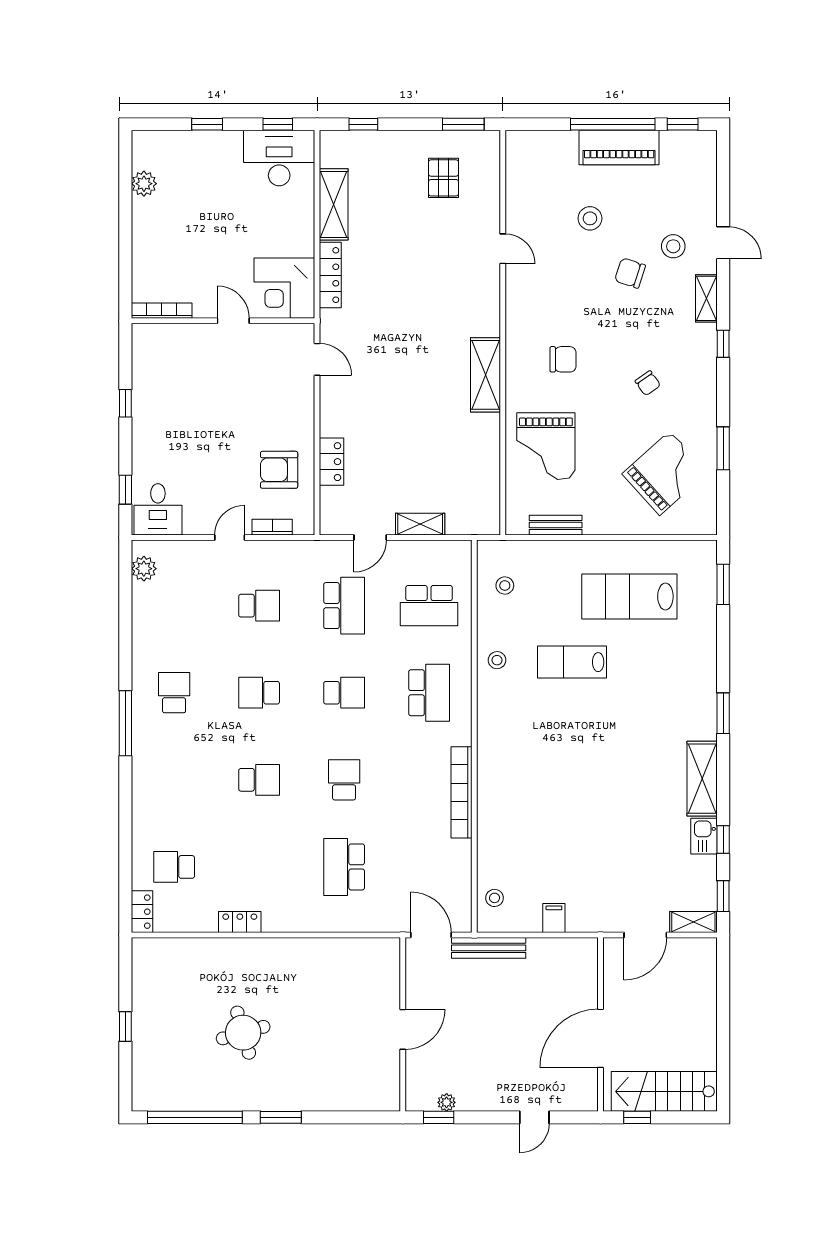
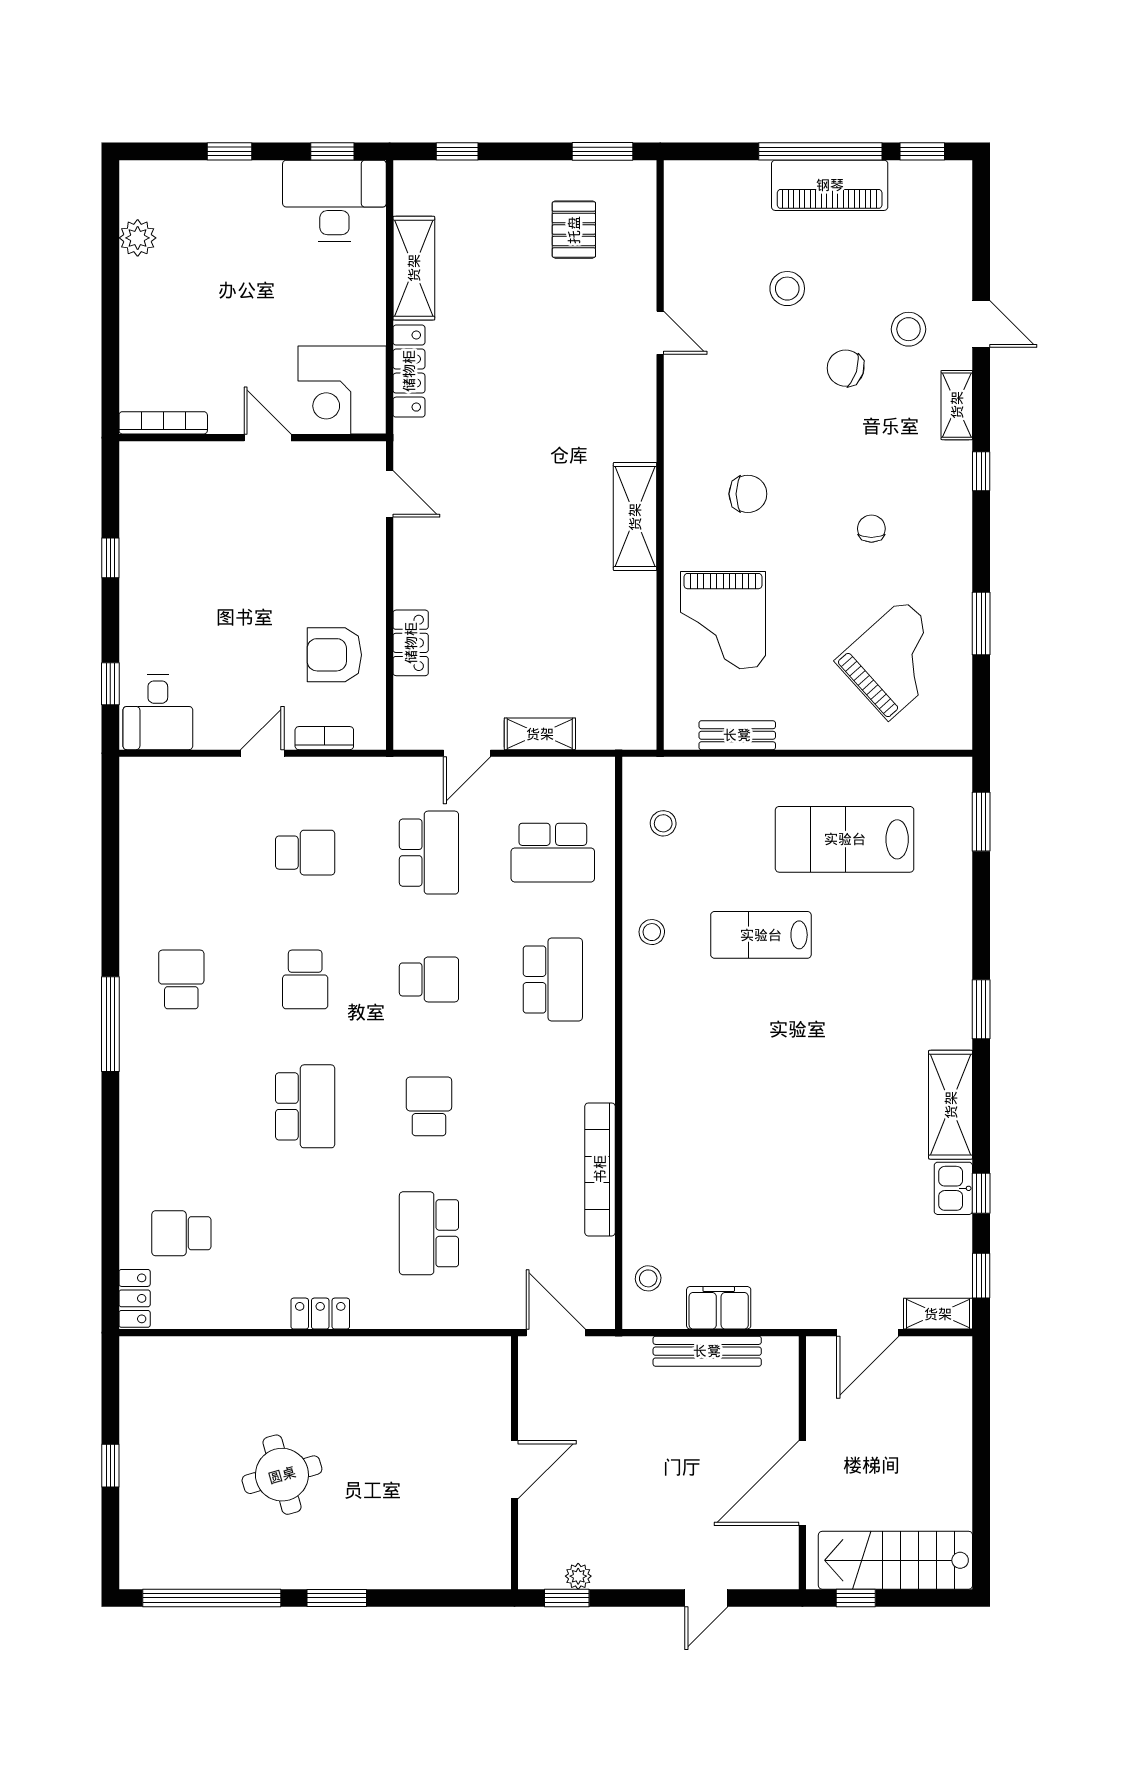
chair: (648, 383) -> (871, 529), turned -145
plant: (144, 569) -> (137, 799), removed
school desk: (259, 693) -> (305, 979), turned -90
school desk: (259, 780) -> (305, 1106), width x1.85
bookcase: (461, 792) -> (600, 1169), moved
filing cabinet: (554, 918) -> (719, 1308), width x2.00
locker: (240, 922) -> (320, 1314), moved
bench: (489, 948) -> (707, 1351), moved

